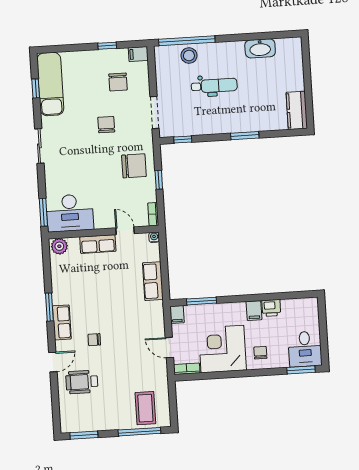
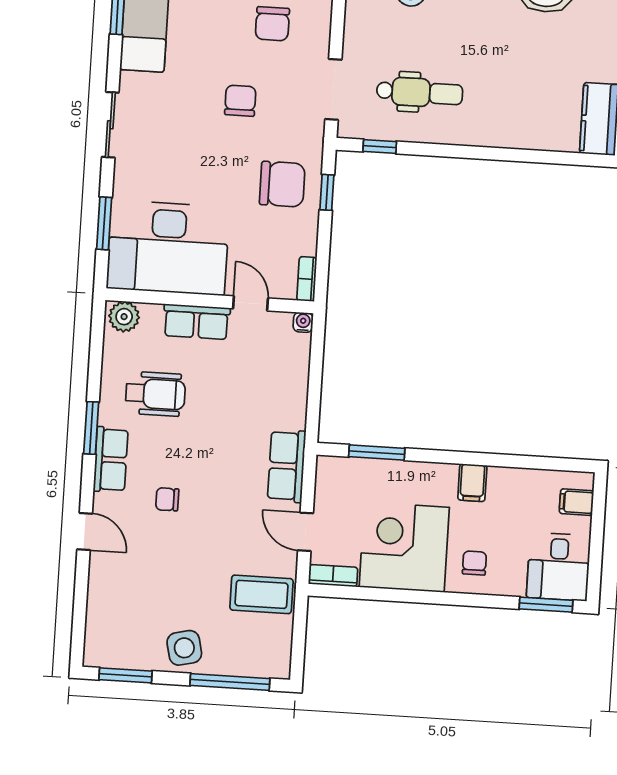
dental chair: (214, 86) -> (420, 92), moved
window: (245, 136) -> (496, 154), removed
window: (159, 180) -> (327, 192), moved
window: (43, 212) -> (104, 223), moved
desk: (70, 213) -> (168, 248), width x1.36, depth x1.30
row of seats: (153, 281) -> (287, 466), moved
printer: (271, 308) -> (505, 482), removed
filing cabinet: (177, 315) -> (576, 502), moved, turned 90
door: (53, 362) -> (85, 531), hinge flipped
wheelchair: (82, 382) -> (156, 394), moved, turned 180
coffee table: (145, 408) -> (261, 594), moved, turned 90
side table: (113, 417) -> (184, 648), added

